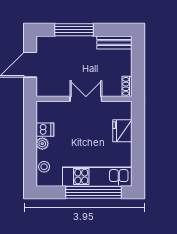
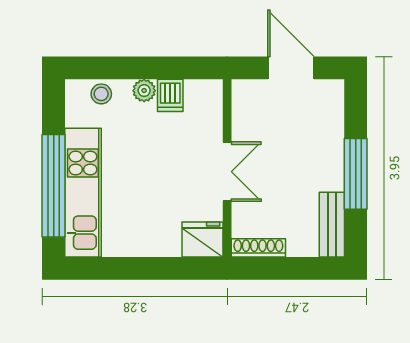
window: (74, 30) -> (356, 174), moved
shoe rack: (127, 86) -> (258, 248), width x1.43
fridge: (122, 131) -> (202, 239), moved

